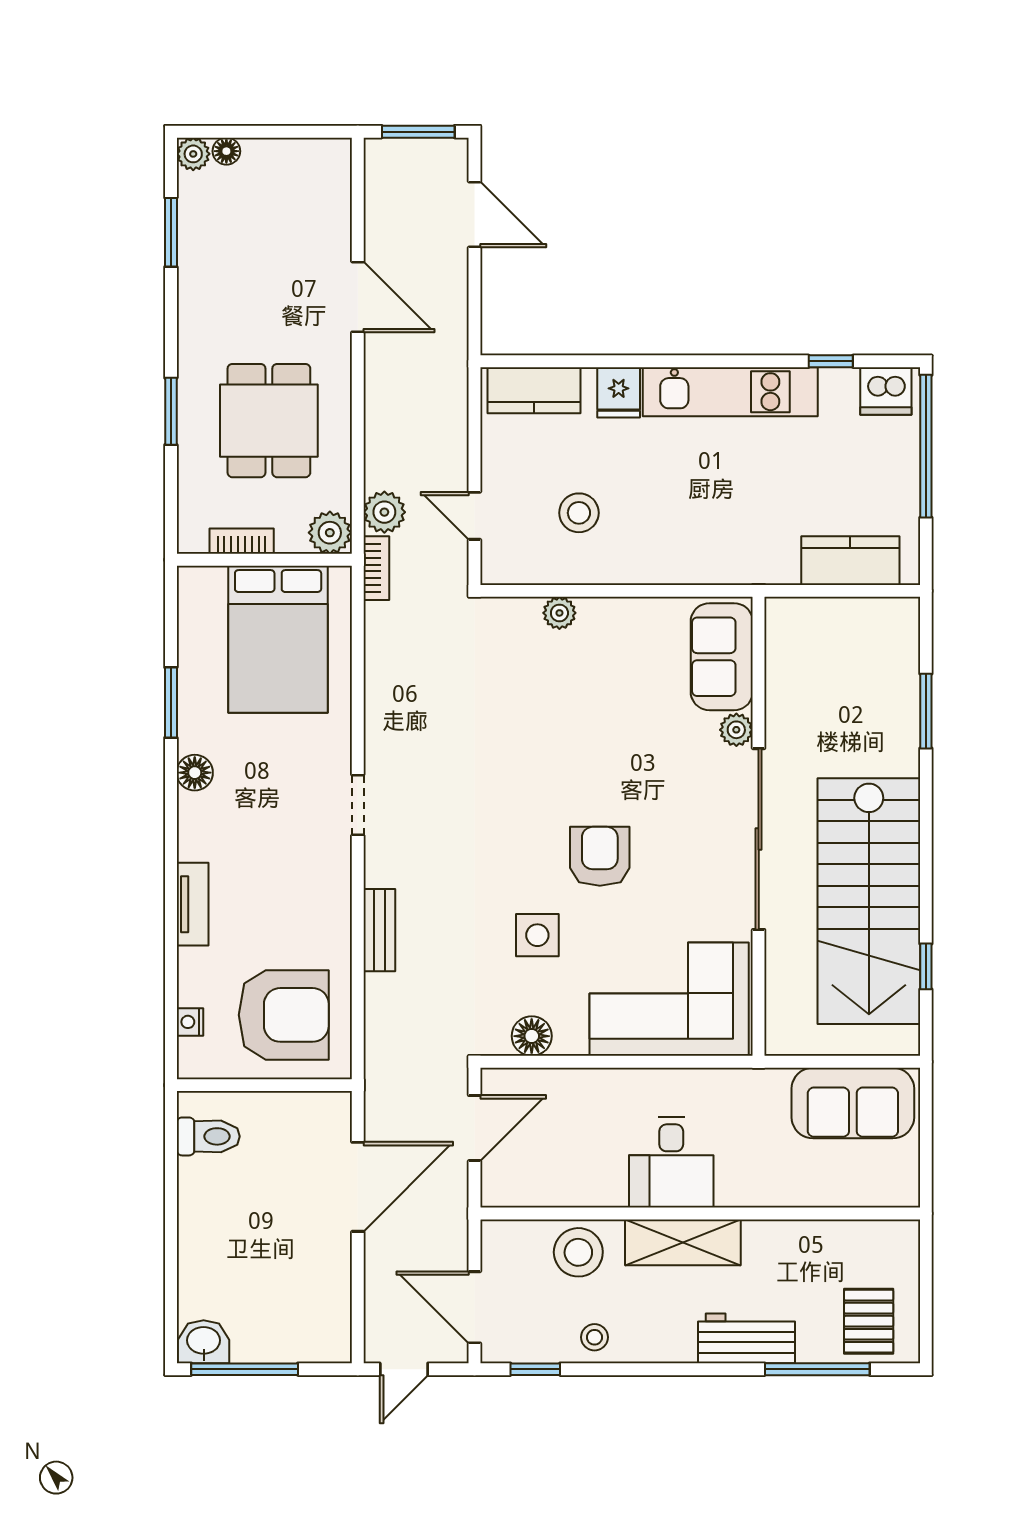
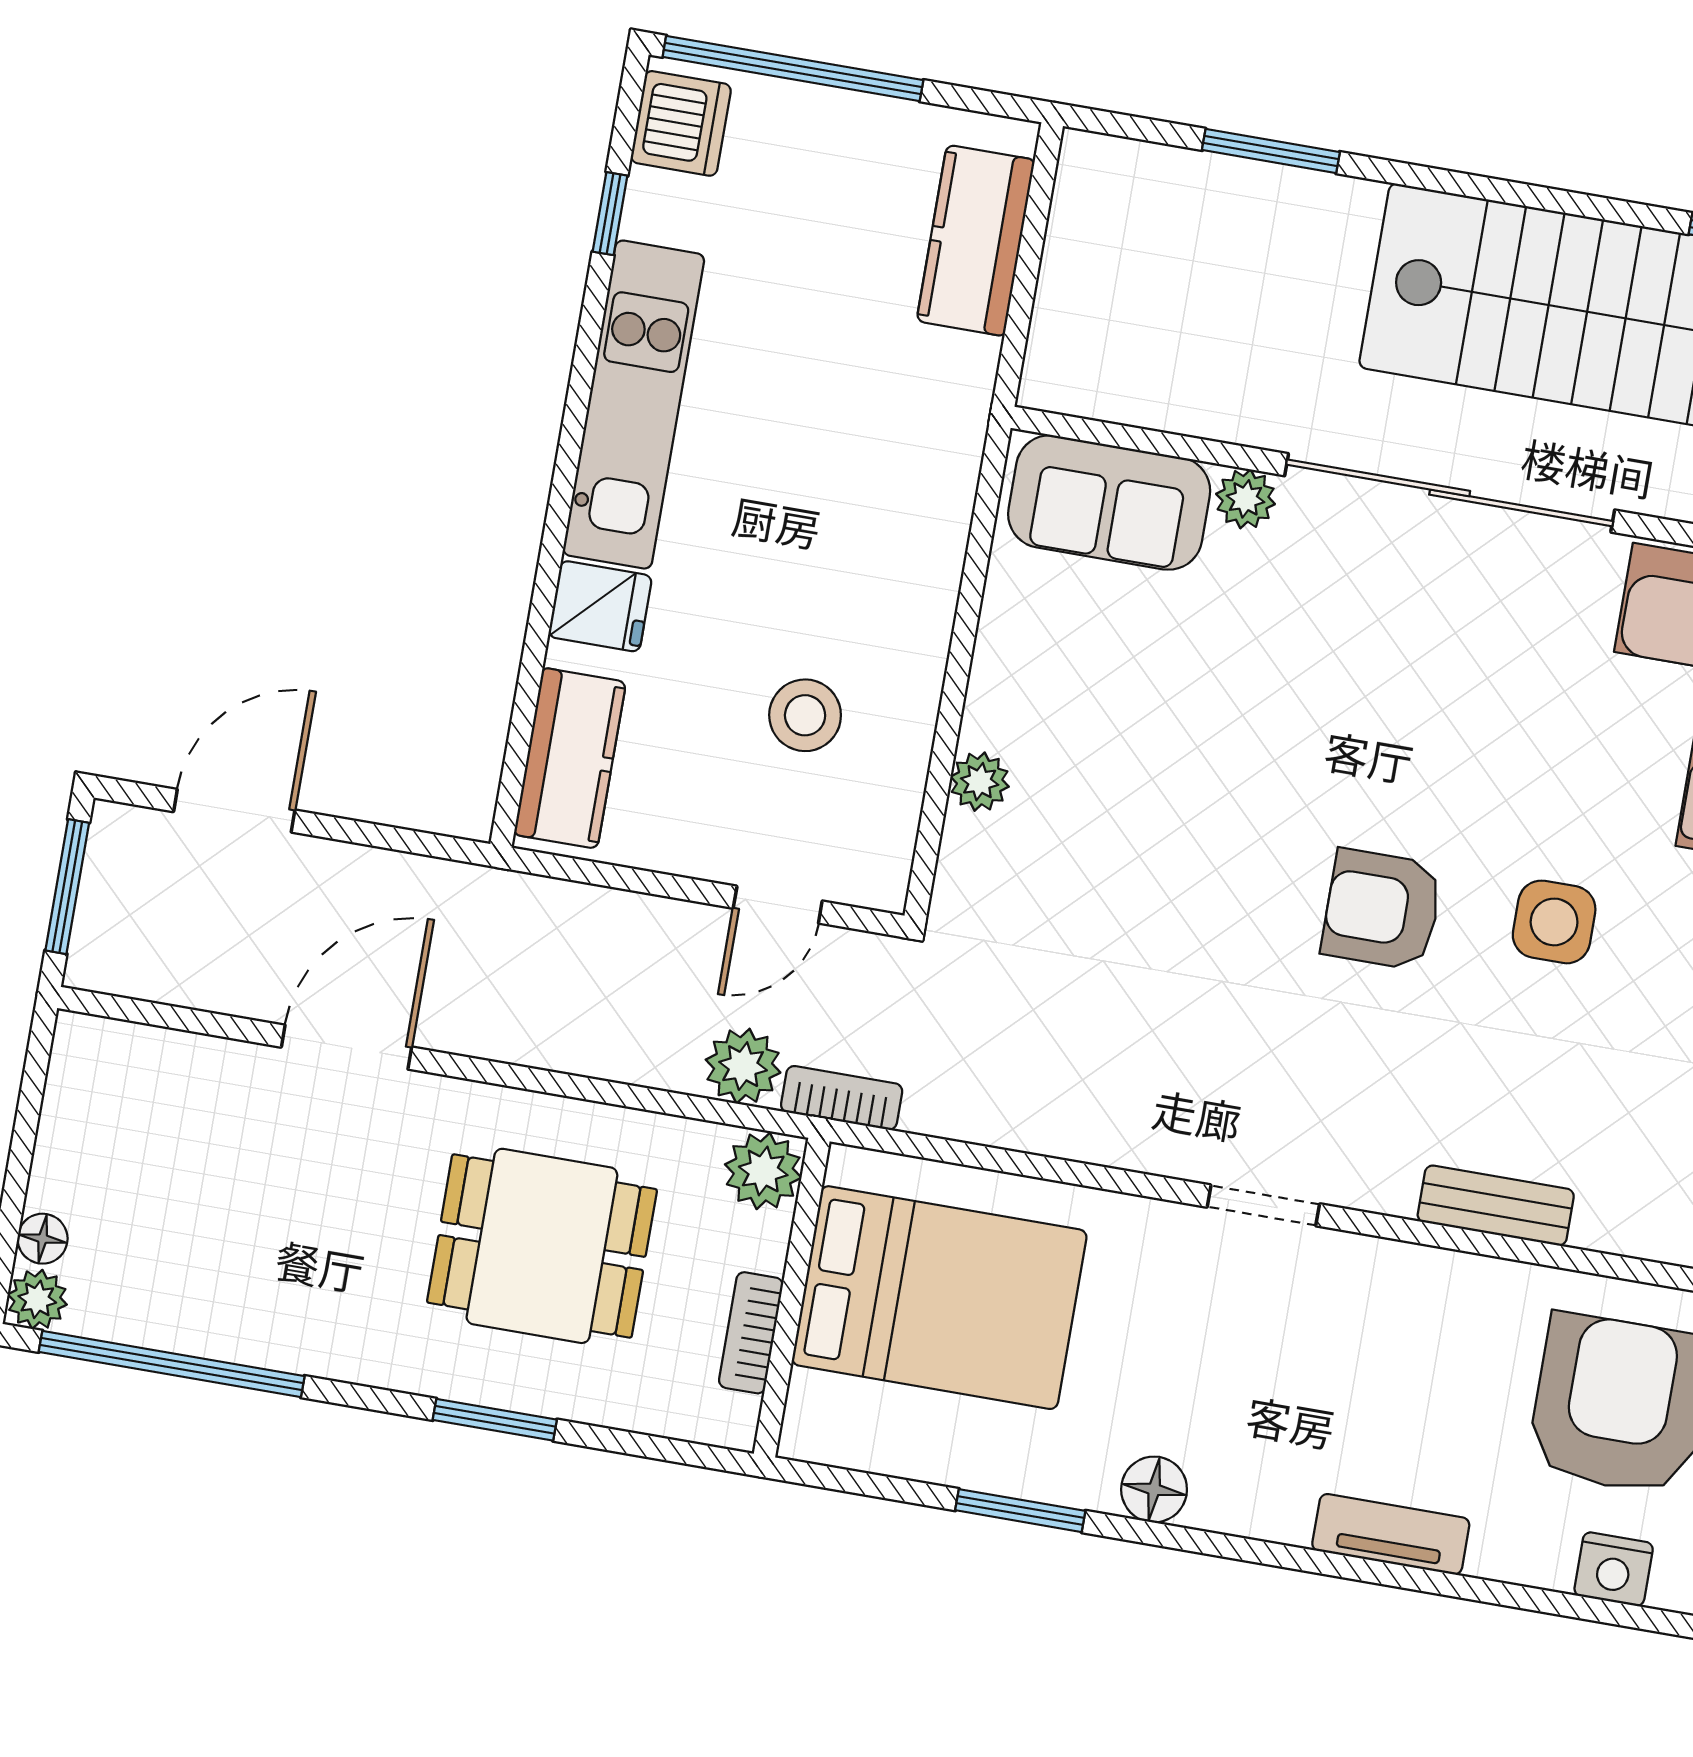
window: (171, 232) -> (172, 1364), width x2.11
armchair: (600, 856) -> (1382, 909), moved
nightstand: (190, 1022) -> (1614, 1569), width x1.39, depth x1.35

